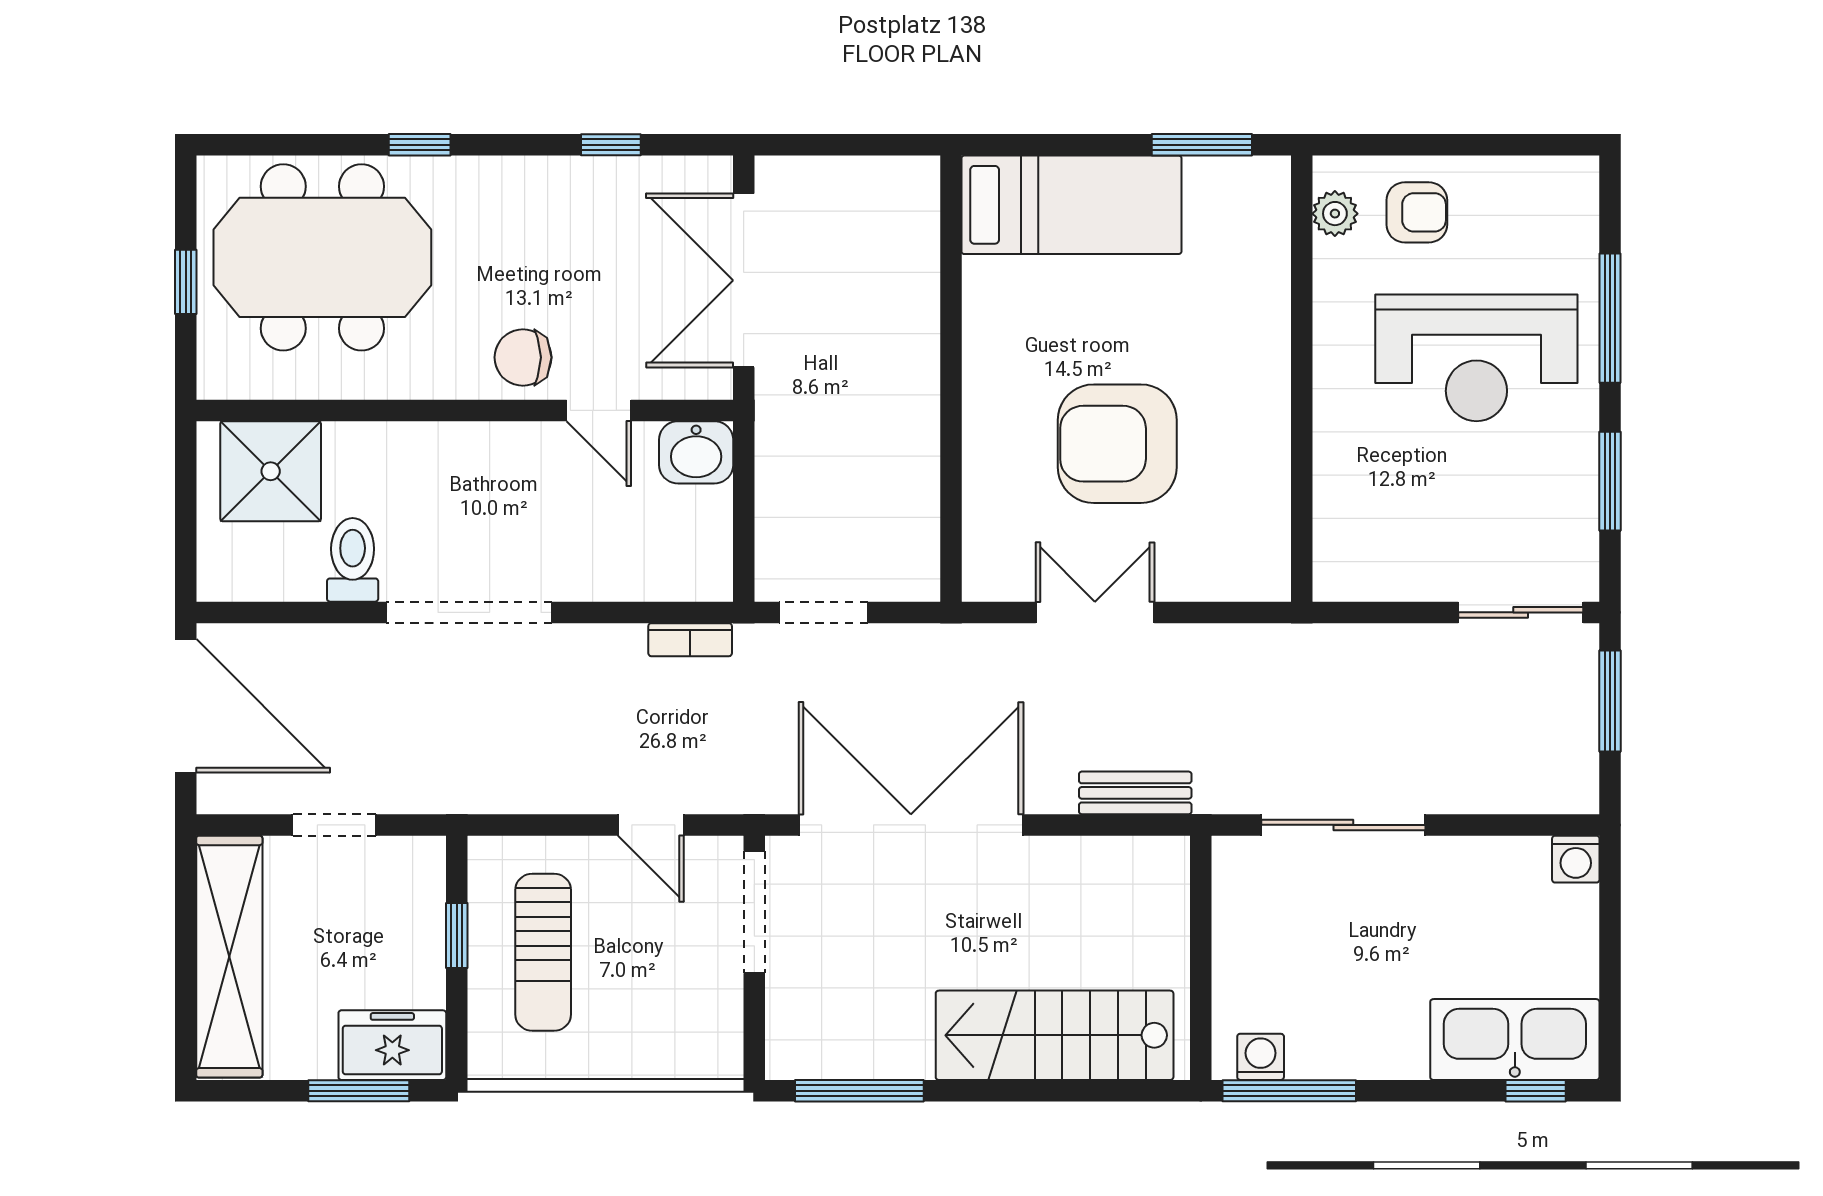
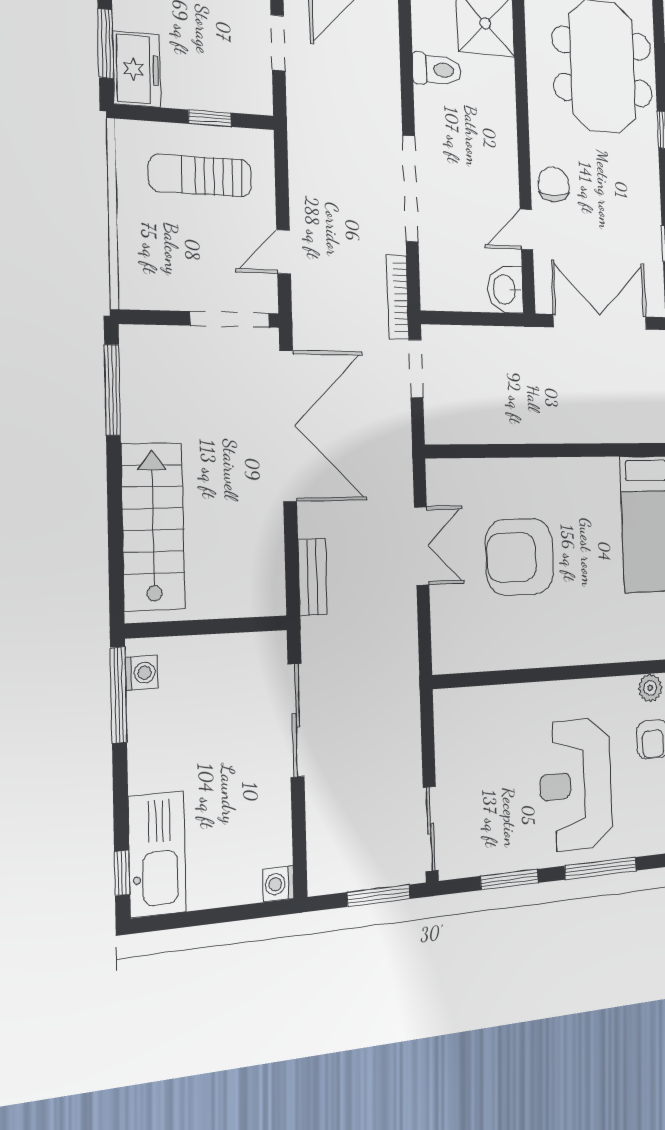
armchair: (1117, 444) -> (520, 557), turned -90
doorway: (469, 612) -> (410, 189), moved
bookcase: (690, 640) -> (398, 297), width x1.56

